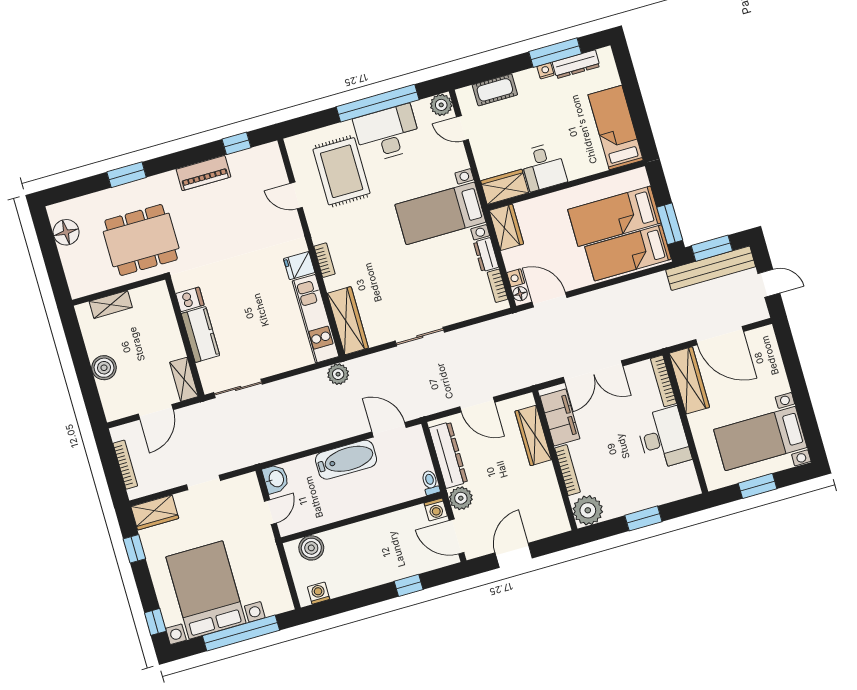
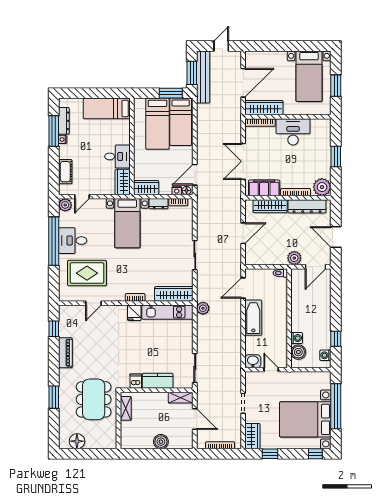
desk: (387, 133) -> (73, 241), width x0.73
shelving: (111, 304) -> (126, 408), moved
double door: (593, 372) -> (243, 161), swing flipped
dresser: (448, 455) -> (307, 206), moved, turned 180
washing machine: (436, 509) -> (297, 338), moved
window: (409, 585) -> (336, 339), moved

